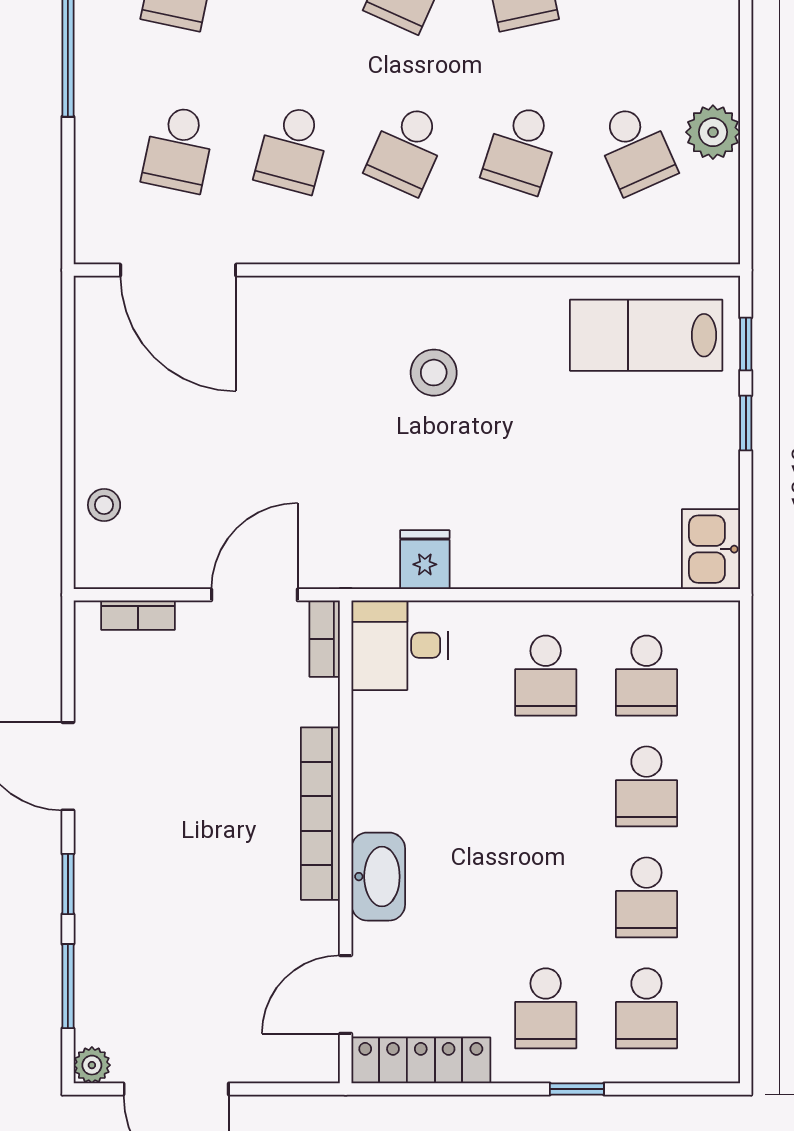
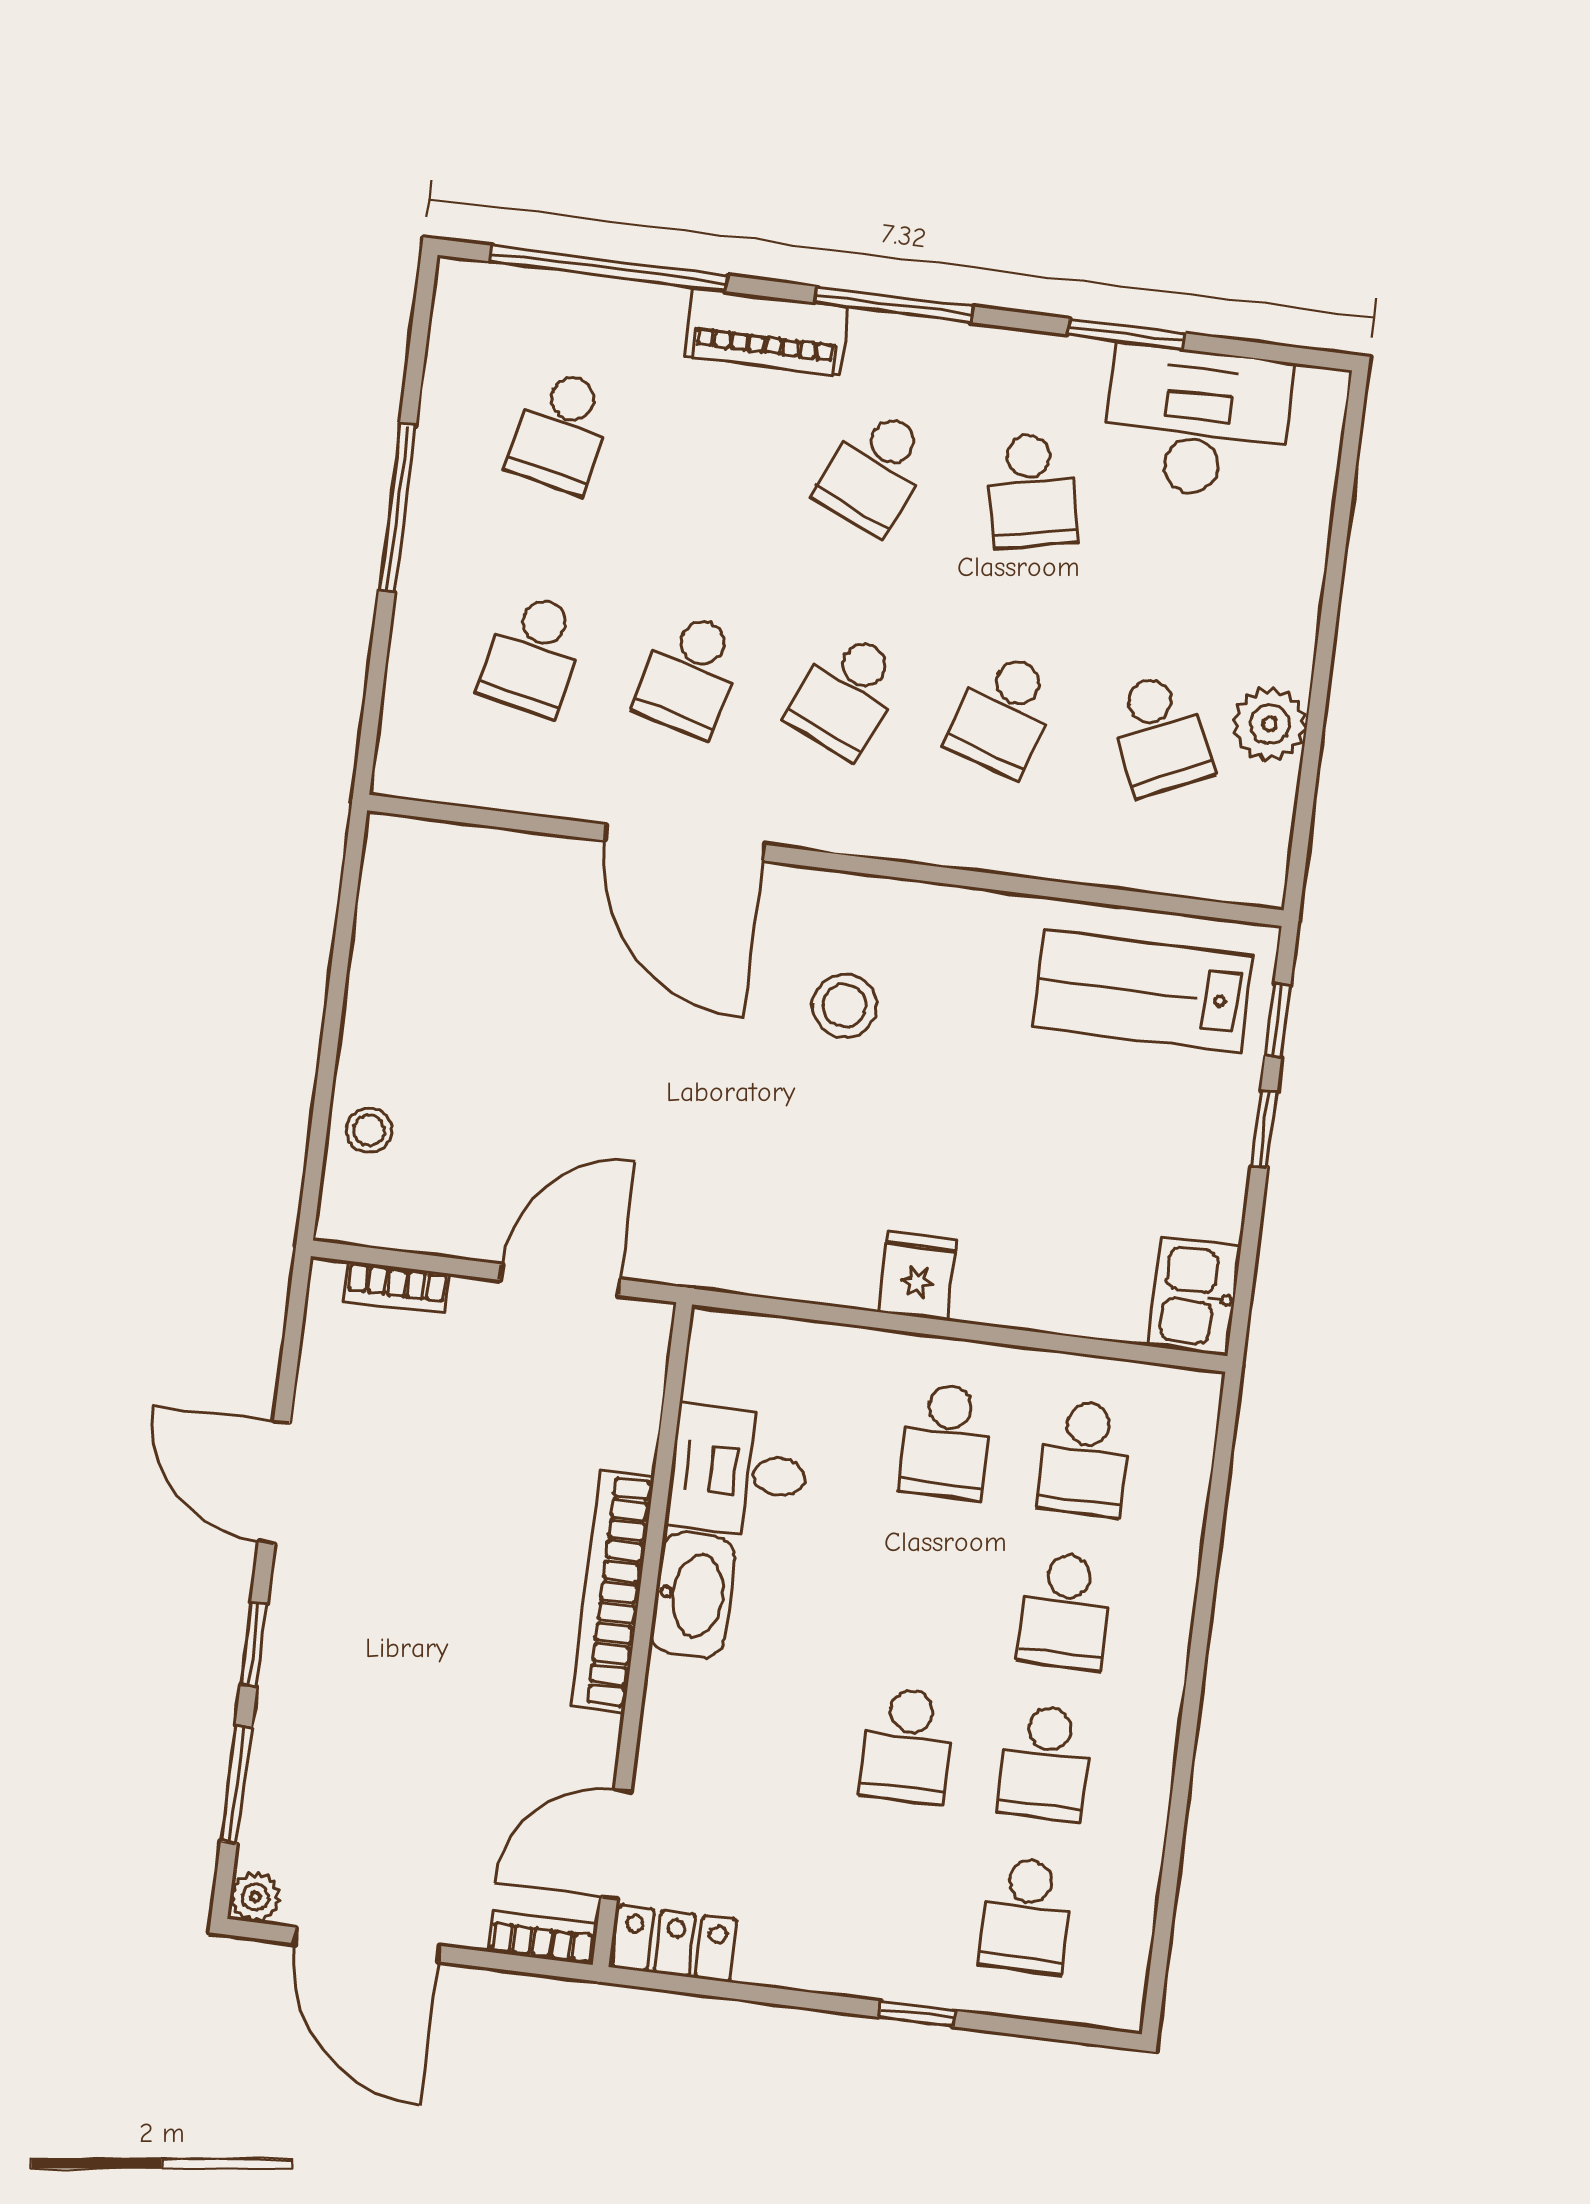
door: (178, 270) -> (685, 843), moved
fridge: (425, 560) -> (918, 1276), moved
bookcase: (325, 639) -> (543, 1937), moved, turned 90
desk: (400, 645) -> (738, 1472), moved
washbasin: (378, 877) -> (693, 1595), moved
school desk: (546, 1008) -> (907, 1745), moved
locker: (421, 1060) -> (675, 1943), width x0.66

